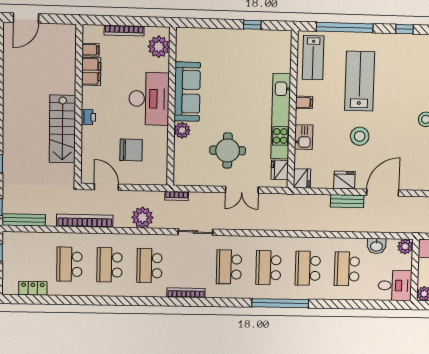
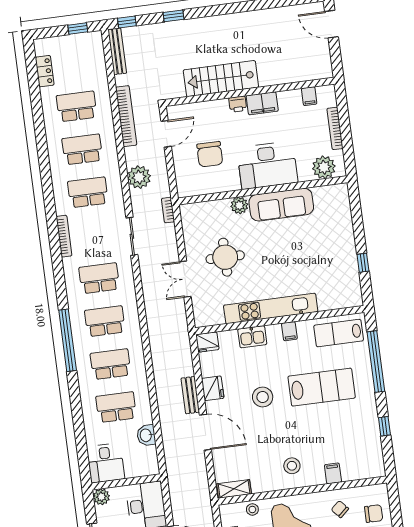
filing cabinet: (91, 71) -> (262, 103), moved
fridge: (280, 170) -> (213, 317), removed
plant: (405, 246) -> (150, 467), removed

